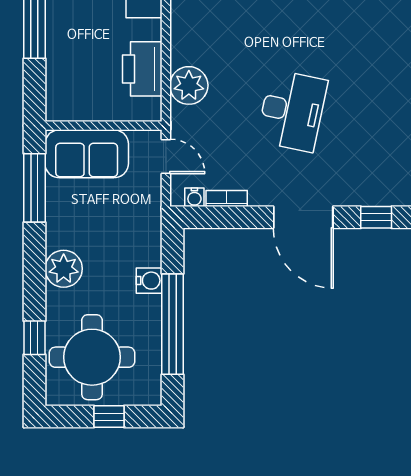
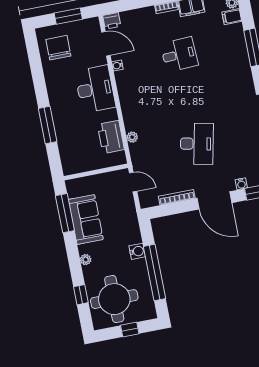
plant: (189, 85) -> (132, 137), width x0.53, depth x0.53
sofa: (87, 154) -> (86, 219), moved, turned -90
water cooler: (194, 197) -> (241, 184), moved
bookcase: (227, 199) -> (177, 197), width x1.56
plant: (64, 269) -> (86, 260), width x0.53, depth x0.53

